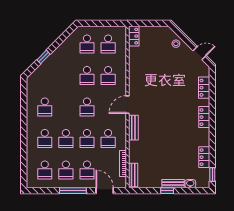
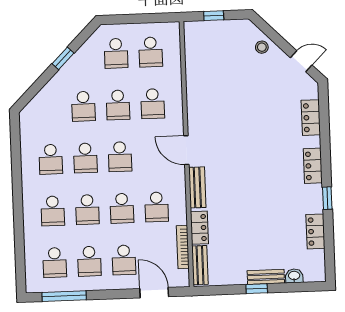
window: (147, 23) -> (214, 16), added
locker: (134, 36) -> (199, 228), moved
window: (43, 57) -> (63, 58), moved
school desk: (66, 76) -> (83, 106), added
door: (128, 105) -> (186, 150), hinge flipped
school desk: (66, 107) -> (85, 158), added
window: (212, 174) -> (327, 198), moved
window: (73, 191) -> (64, 296), moved

